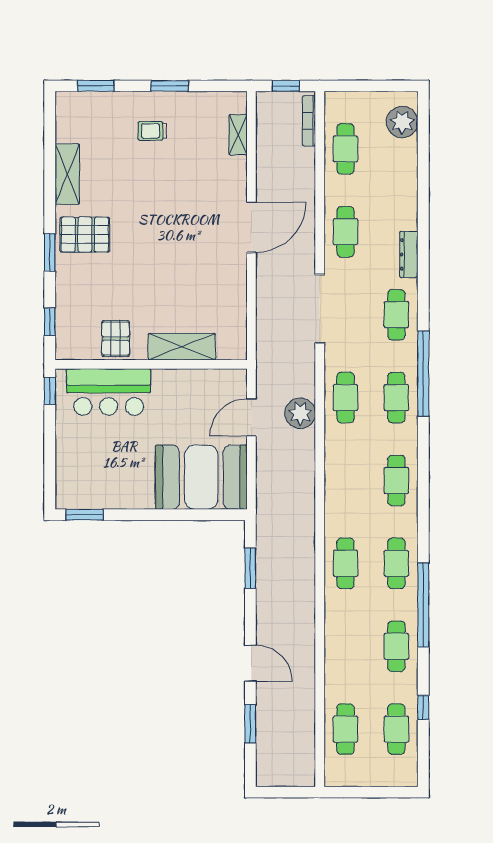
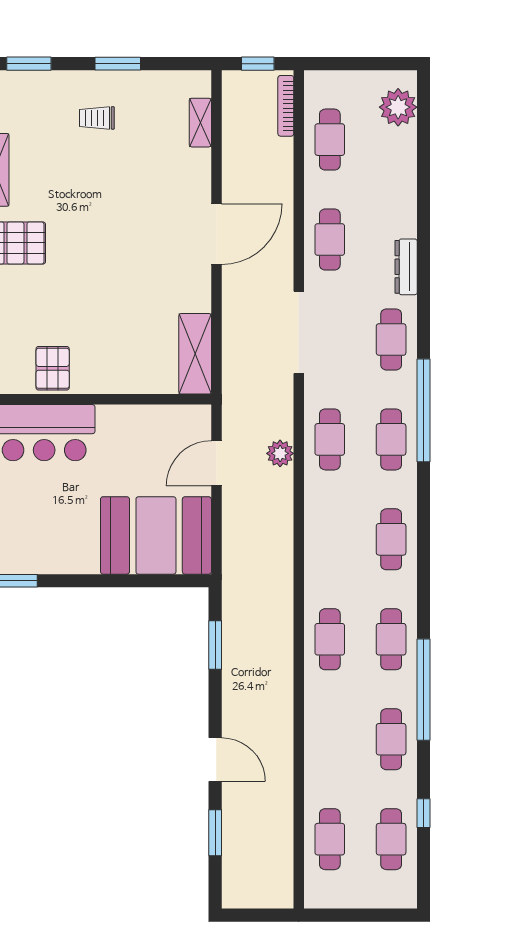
shelving: (182, 347) -> (195, 354), moved, turned 90
plant: (300, 413) -> (280, 453), width x0.73, depth x0.73

